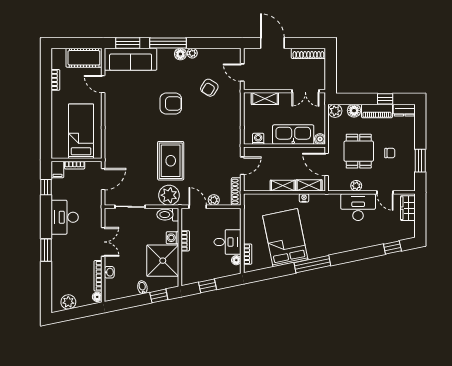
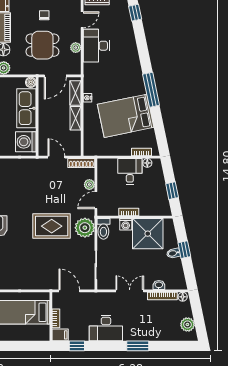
washing machine: (258, 139) -> (26, 142), width x1.89, depth x1.89
window: (159, 296) -> (184, 250), moved

